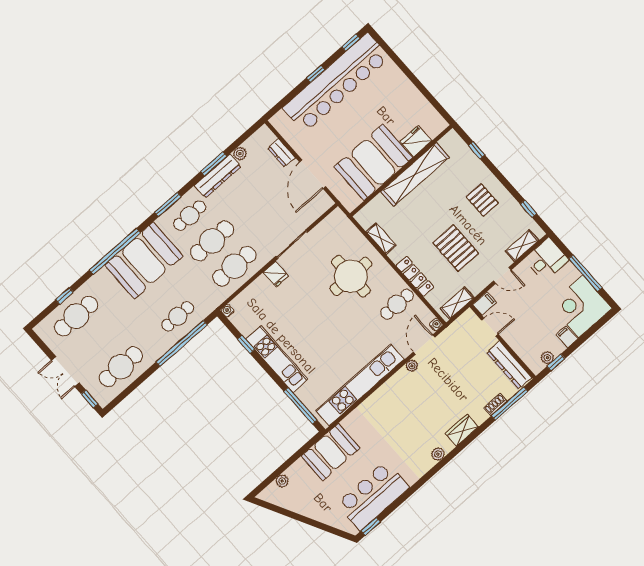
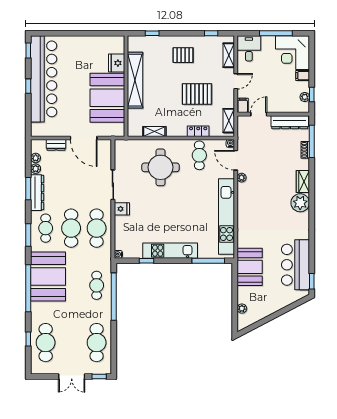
plant: (251, 144) -> (36, 158), added
locker: (415, 276) -> (198, 131), width x0.66
plant: (438, 454) -> (300, 203), width x1.87, depth x1.87

